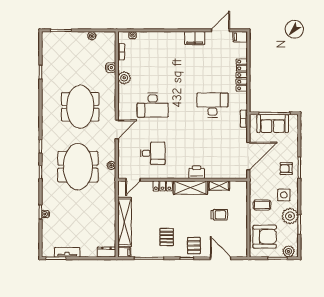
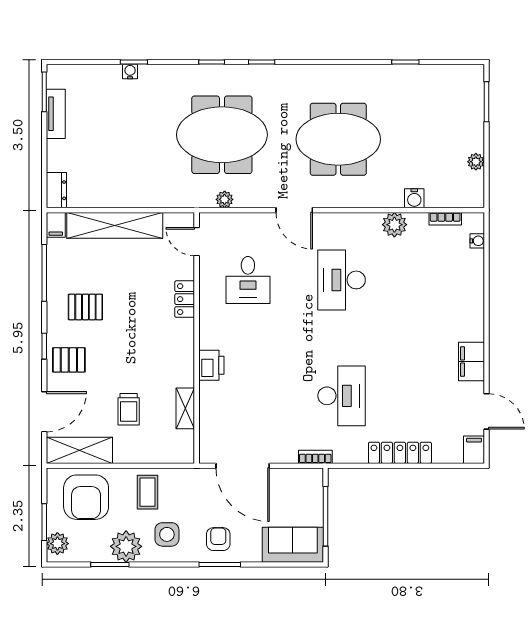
sofa: (273, 124) -> (293, 545), moved, turned 90
shelving: (190, 188) -> (79, 450), moved, turned 90

